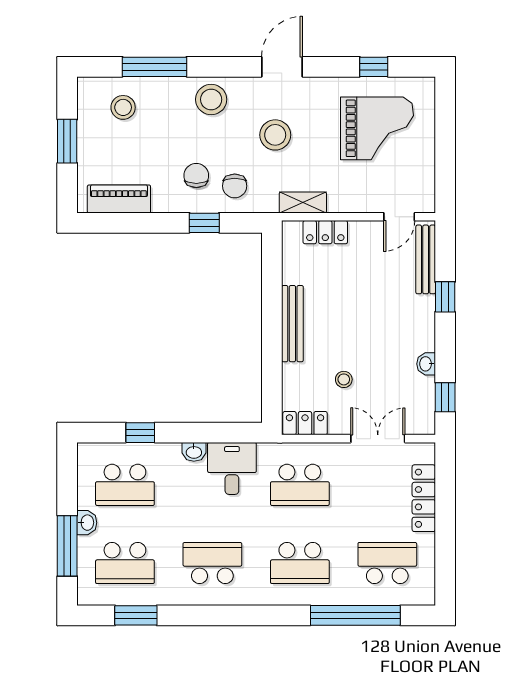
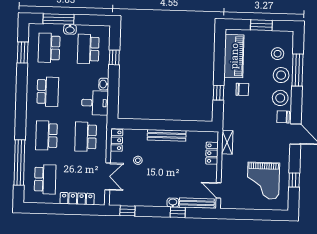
stool: (275, 135) -> (281, 75), moved
chair: (235, 186) -> (283, 117), moved
piano: (119, 199) -> (234, 56), width x1.37, depth x1.33
washbasin: (426, 364) -> (173, 203), moved

